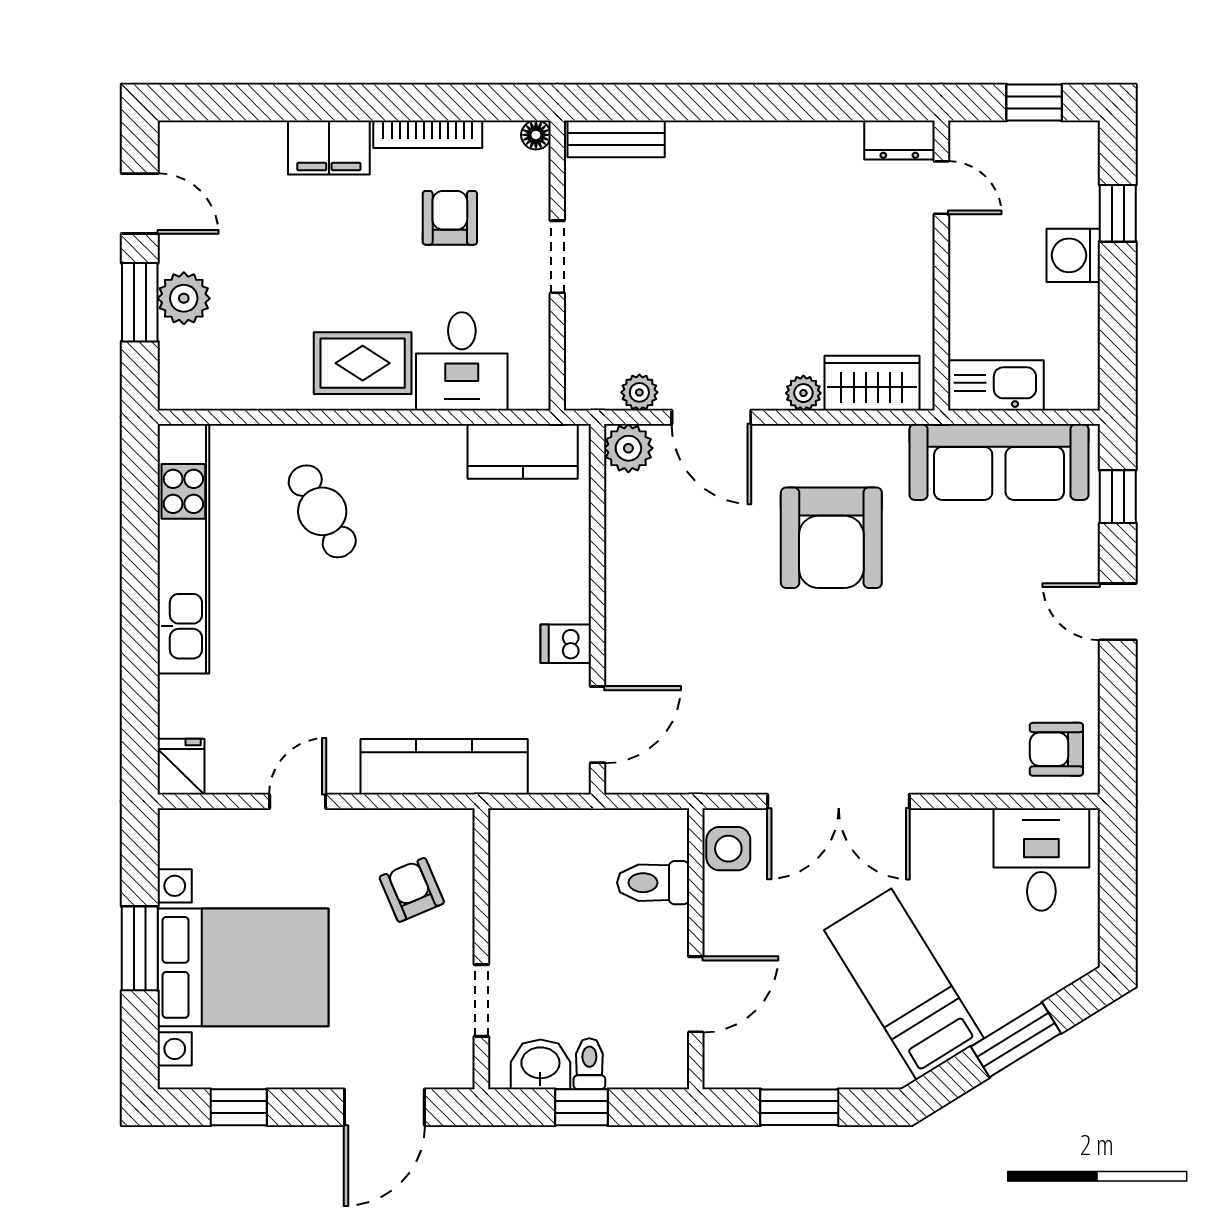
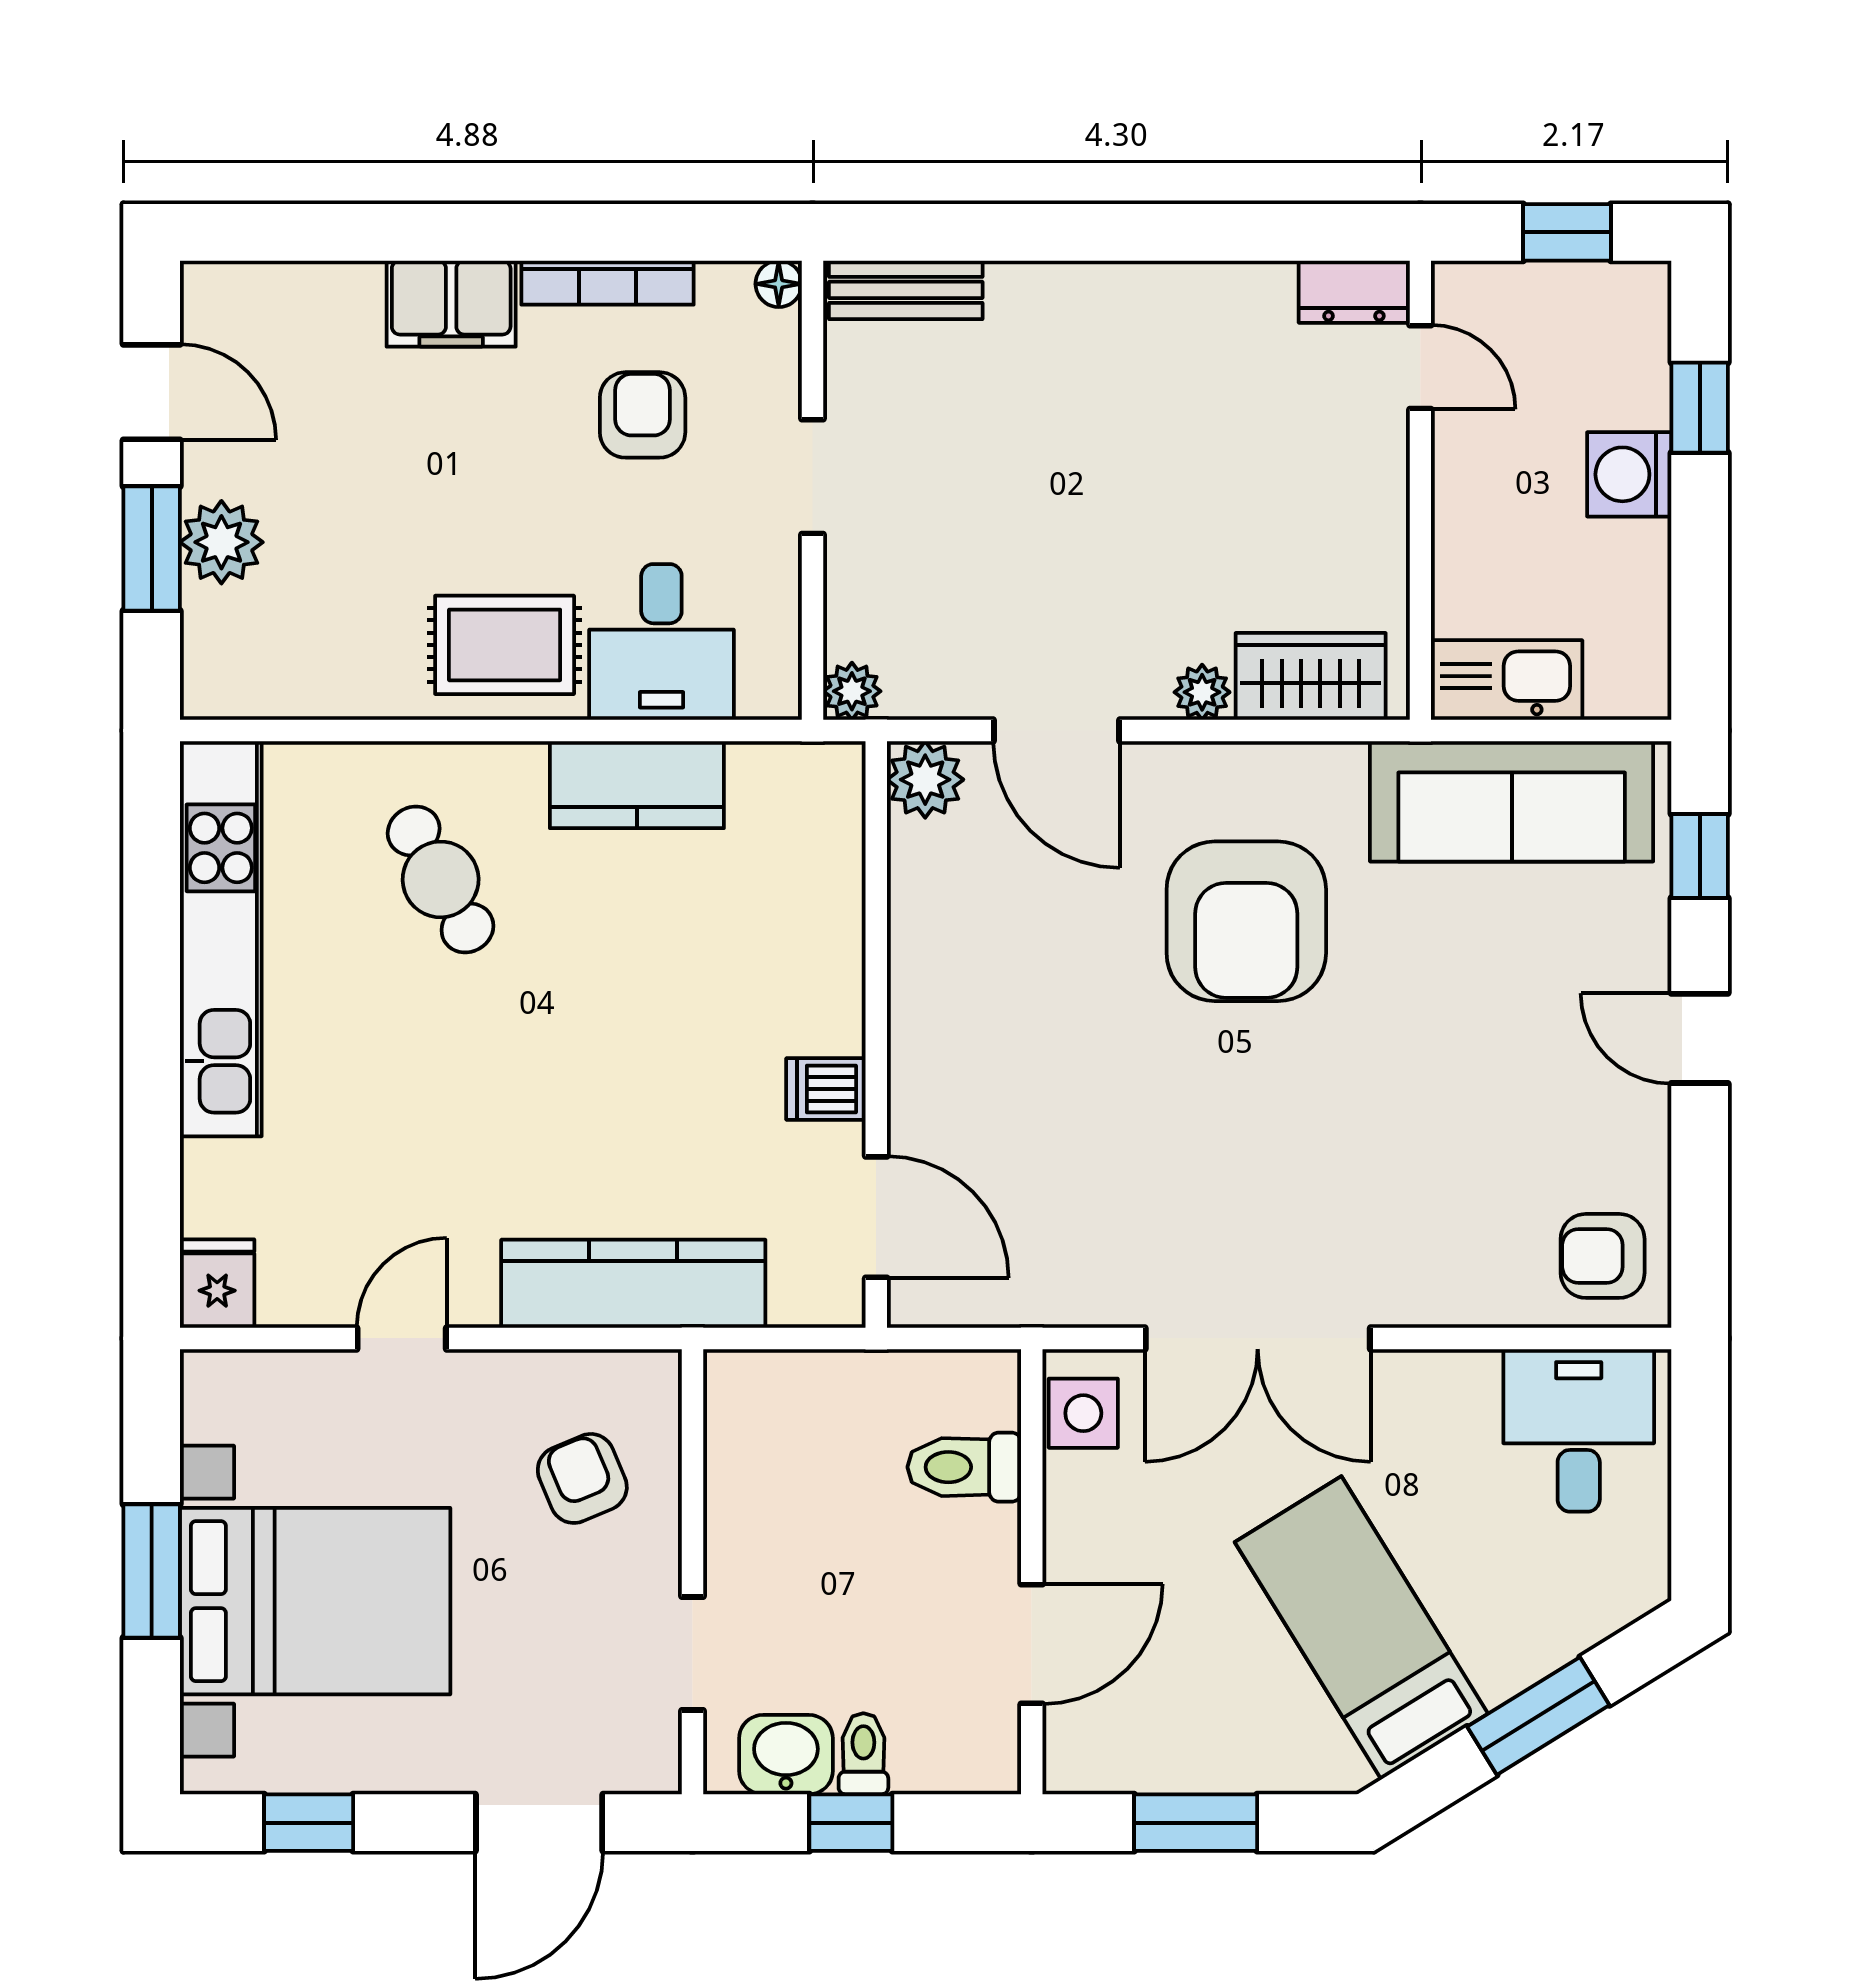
plant: (639, 392) -> (852, 691), moved
kitchen counter: (523, 451) -> (637, 785), moved
door: (597, 725) -> (876, 1217), hinge flipped

